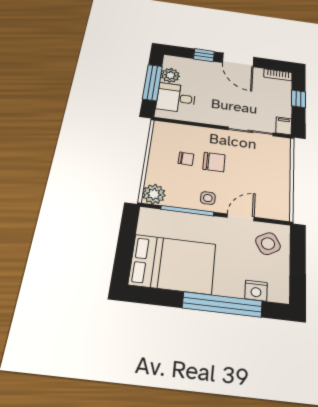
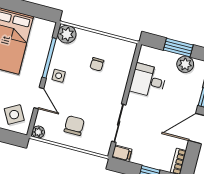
window: (152, 83) -> (178, 47), width x0.69
desk: (176, 98) -> (148, 81), moved, turned -90
chair: (214, 162) -> (74, 126), moved, turned 180
plant: (283, 214) -> (38, 132), added

